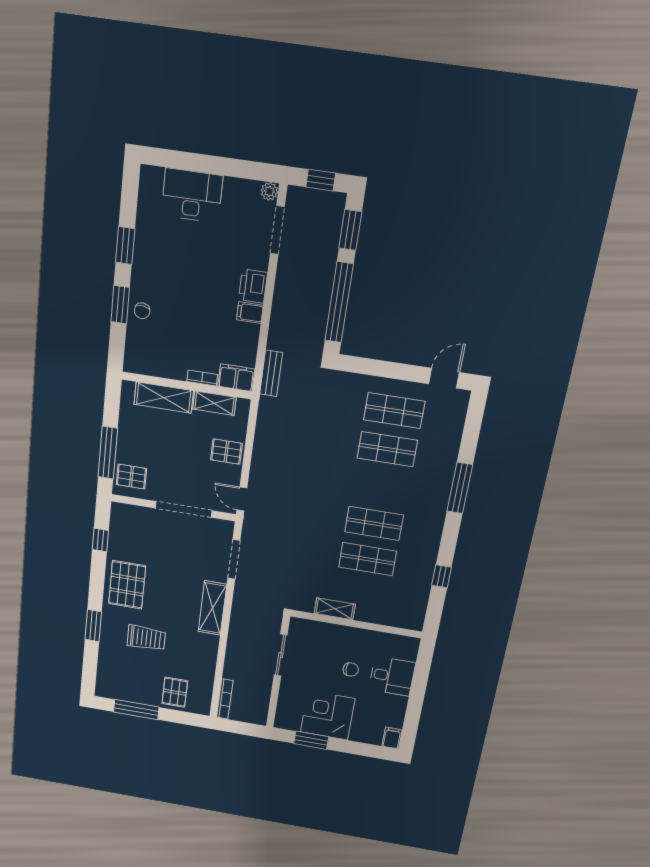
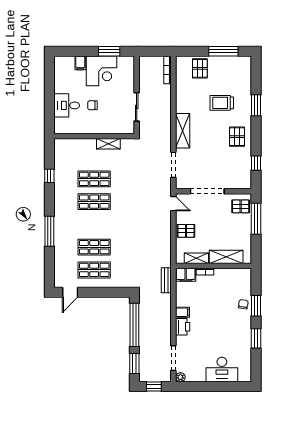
pallet: (127, 585) -> (237, 137), width x0.67, depth x0.71
filing cabinet: (392, 738) -> (80, 63), moved

